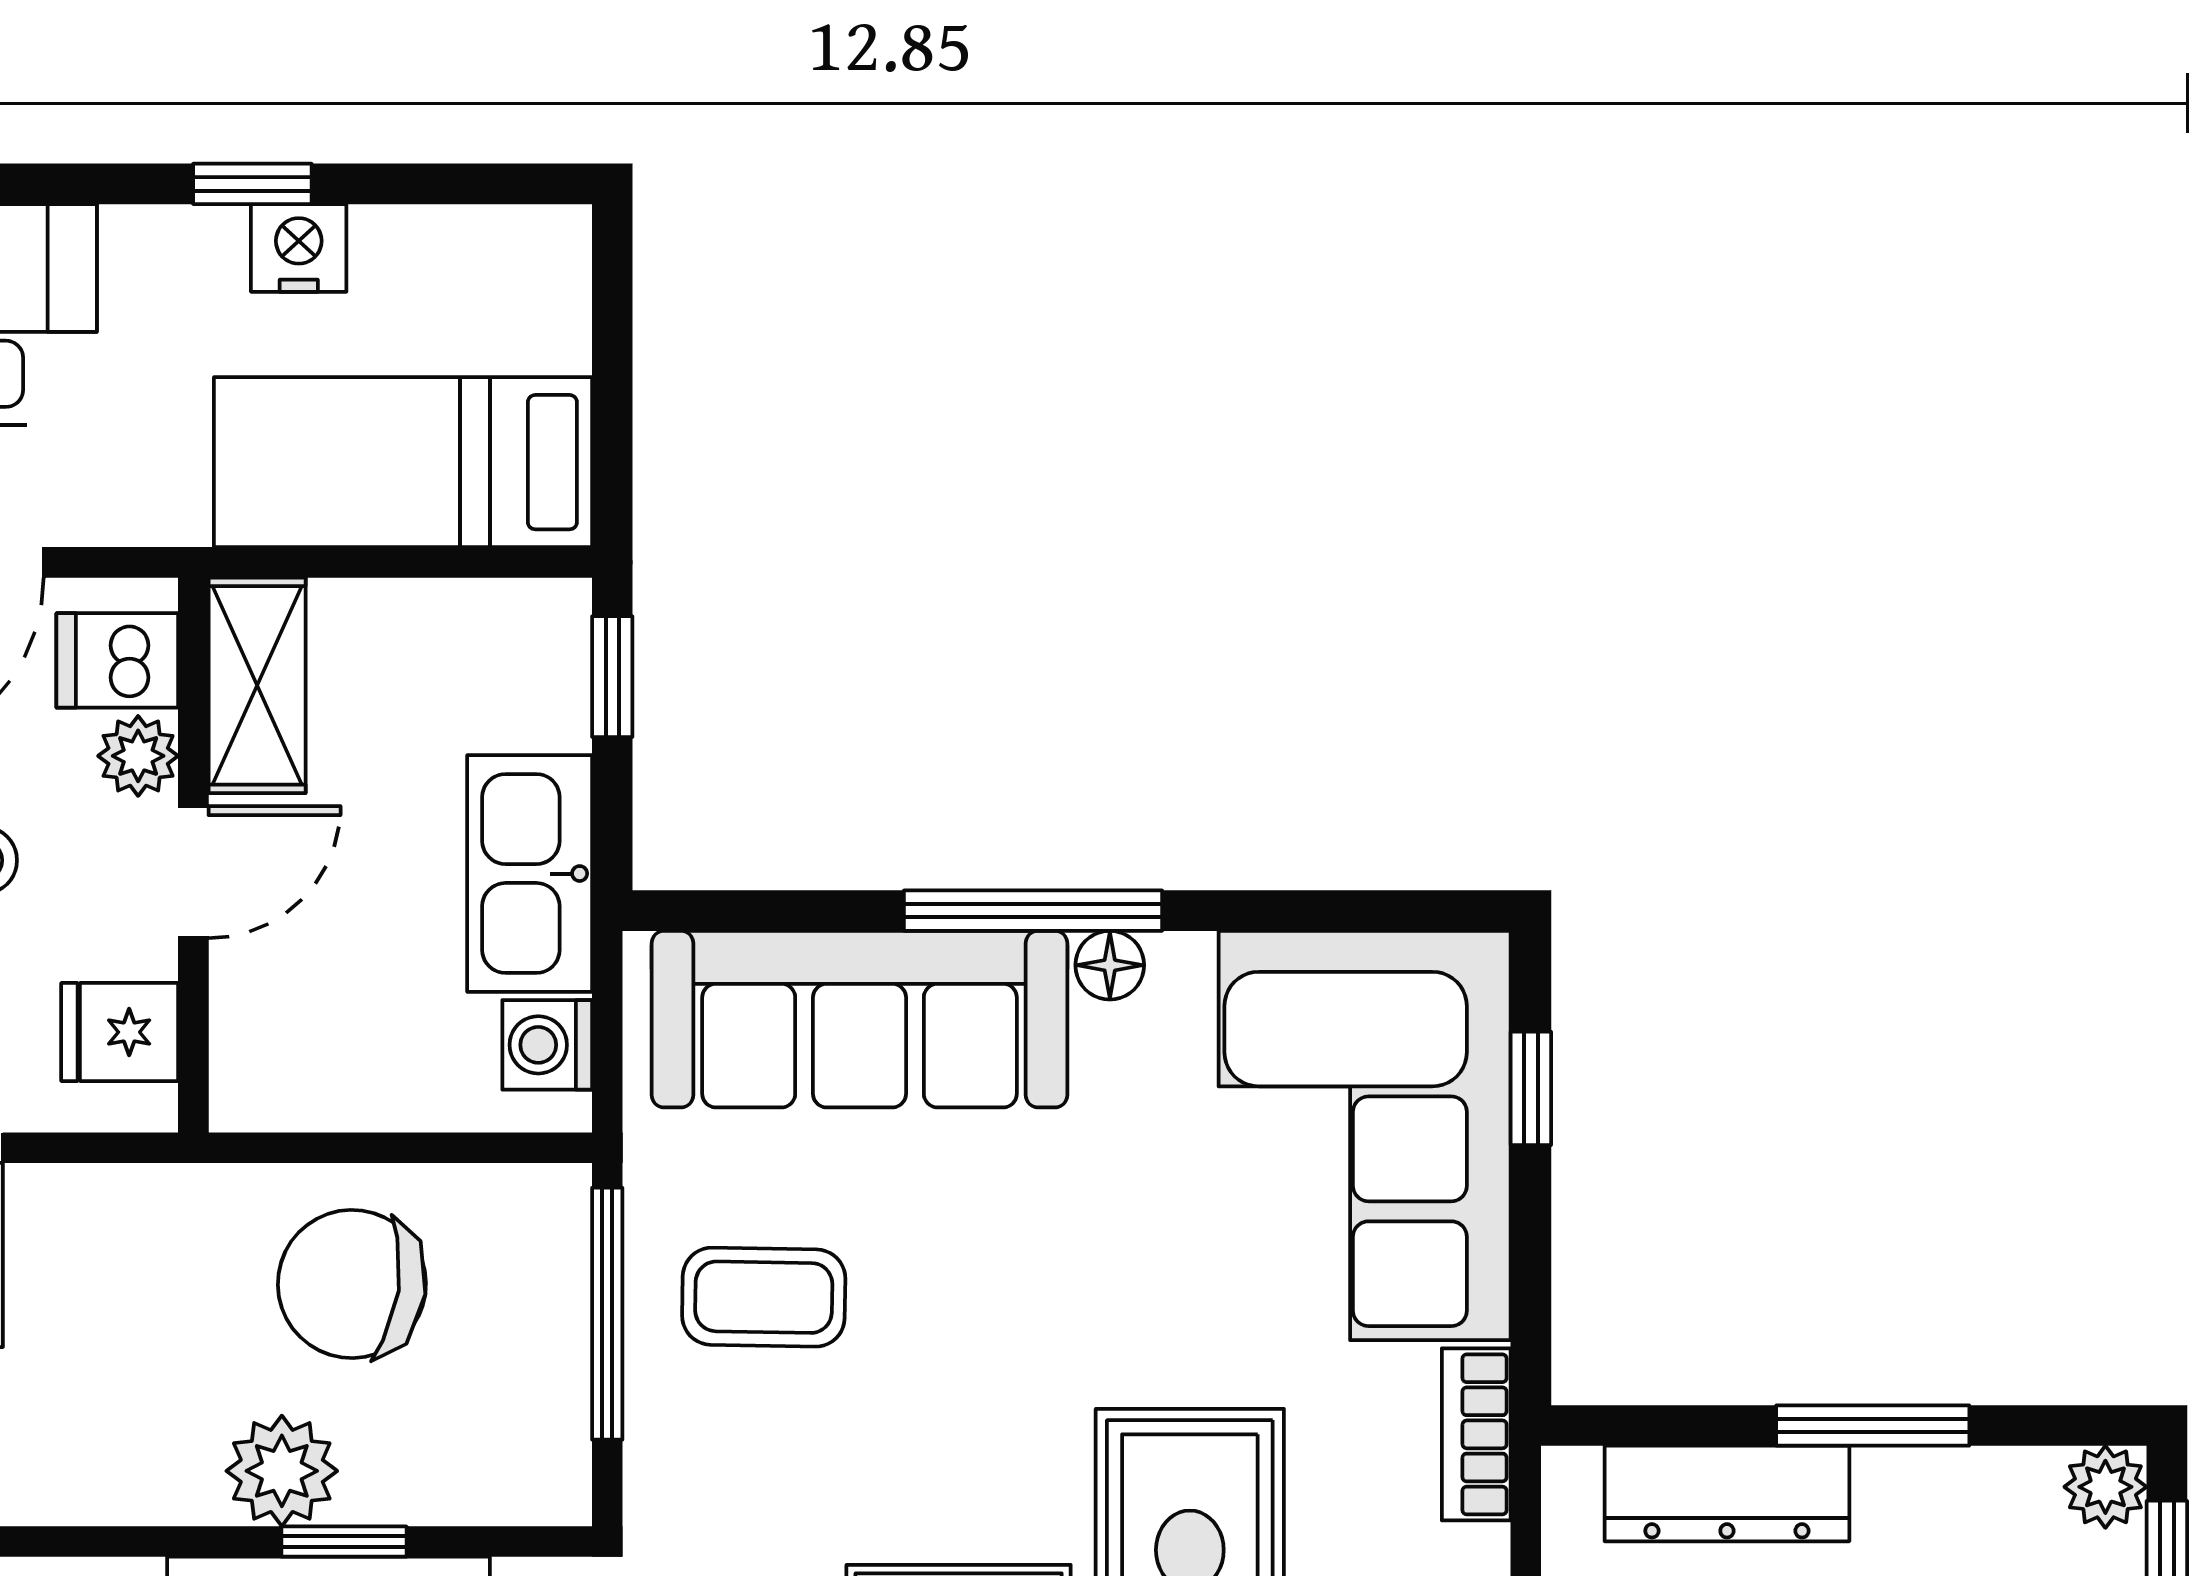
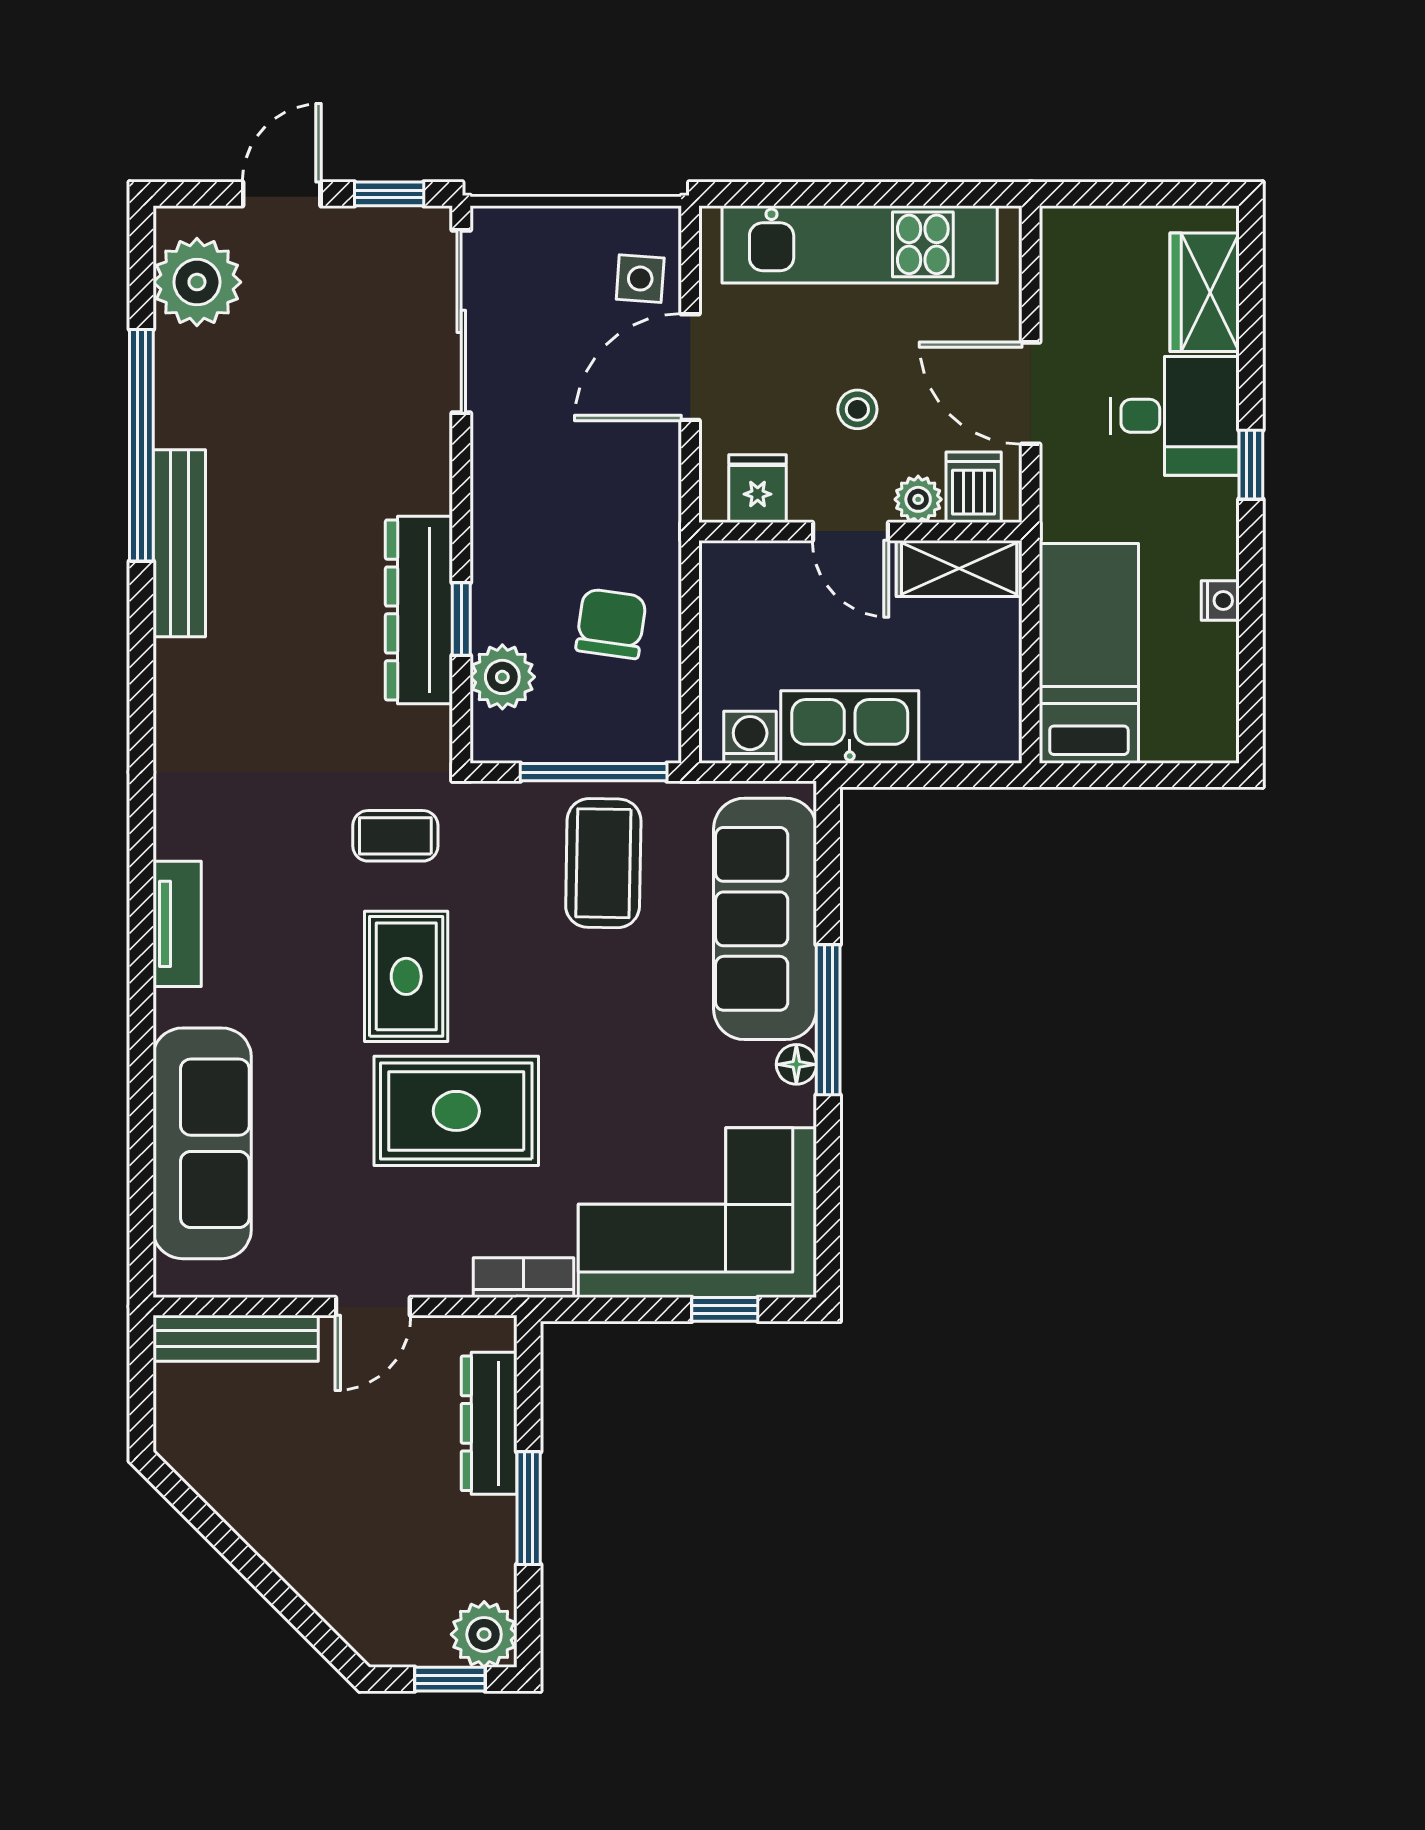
window: (252, 184) -> (1251, 465), moved
nightstand: (299, 248) -> (1220, 601), width x0.72, depth x0.74
window: (612, 677) -> (964, 775), removed
chair: (352, 1284) -> (611, 624), width x0.73, depth x0.73
coffee table: (764, 1297) -> (603, 863), width x1.36, depth x1.30
plant: (282, 1471) -> (502, 677), moved
plant: (2105, 1487) -> (484, 1634), width x1.38, depth x1.38

